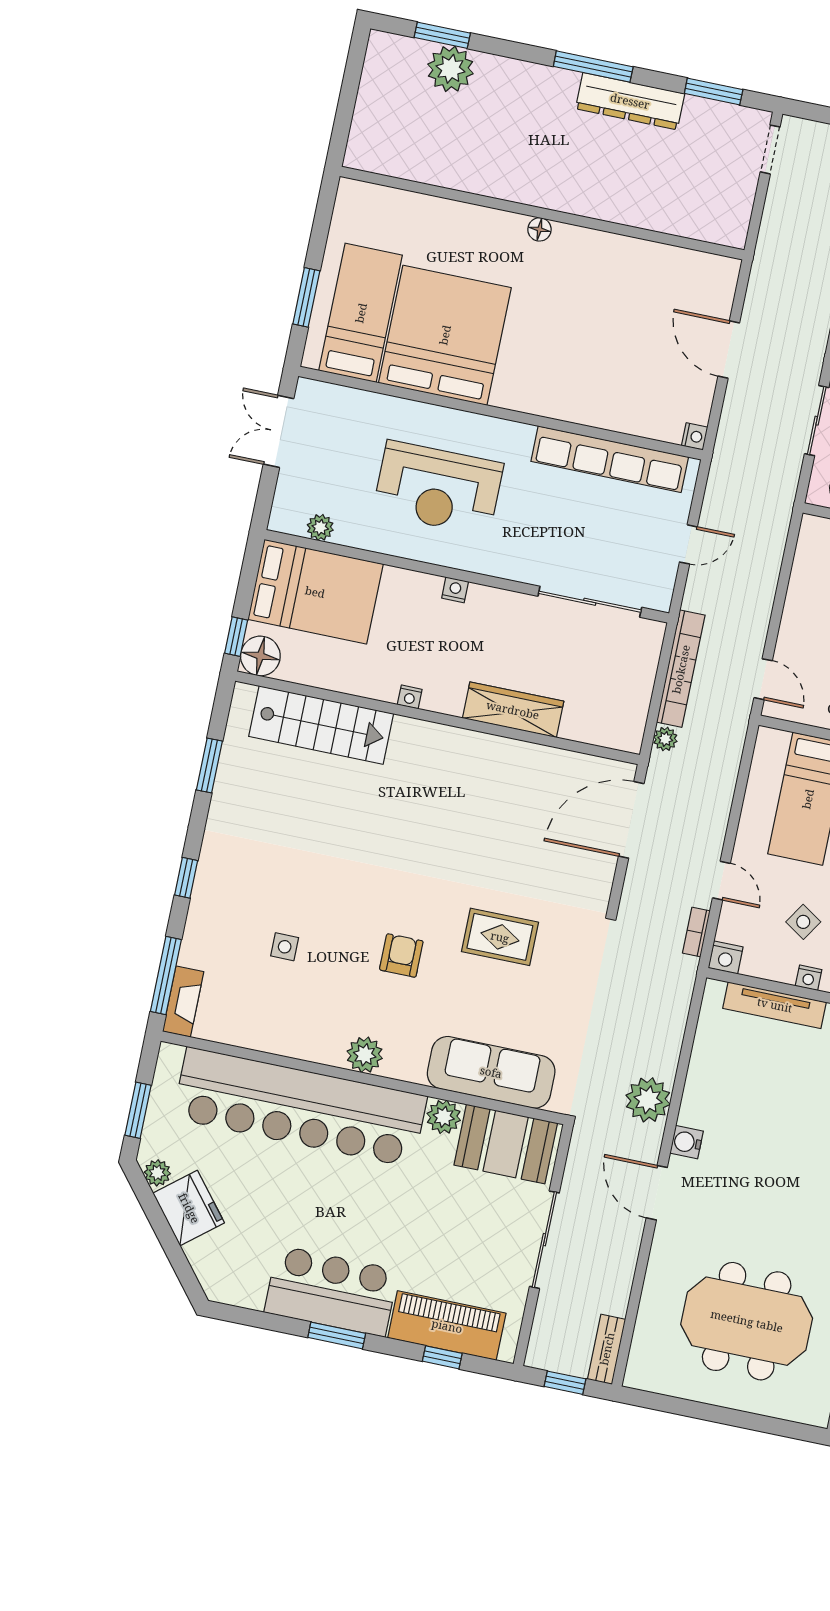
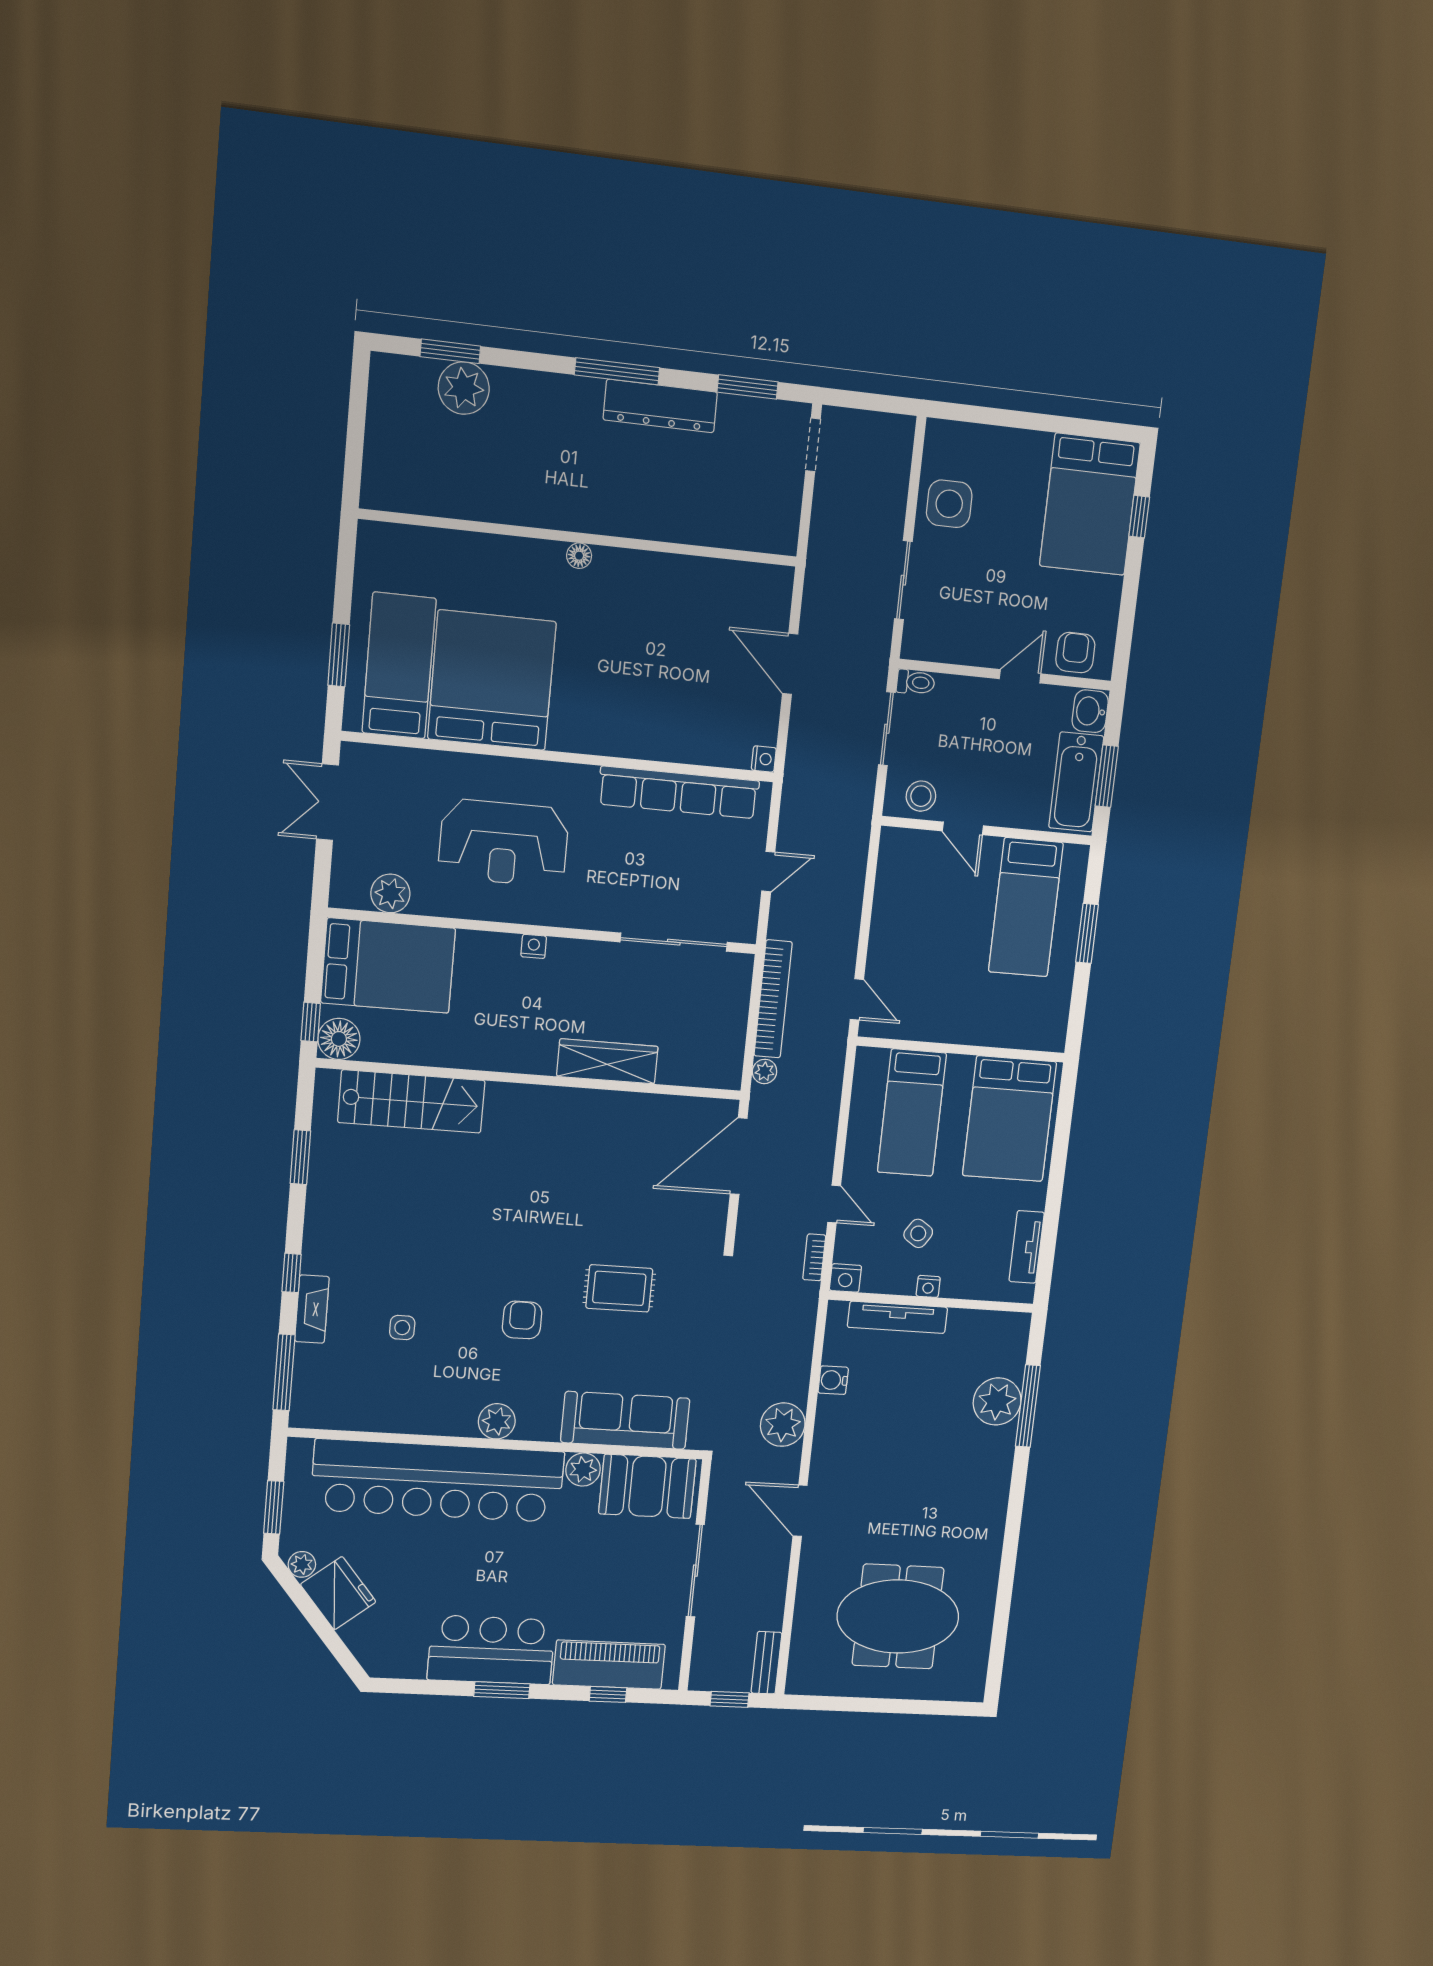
plant: (320, 527) -> (390, 893), width x1.38, depth x1.38
nightstand: (410, 697) -> (500, 1062), removed
fireplace: (183, 1002) -> (312, 1309), moved
water cooler: (687, 1142) -> (833, 1380), moved

